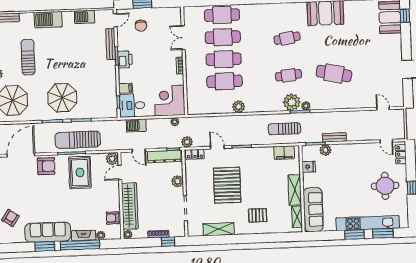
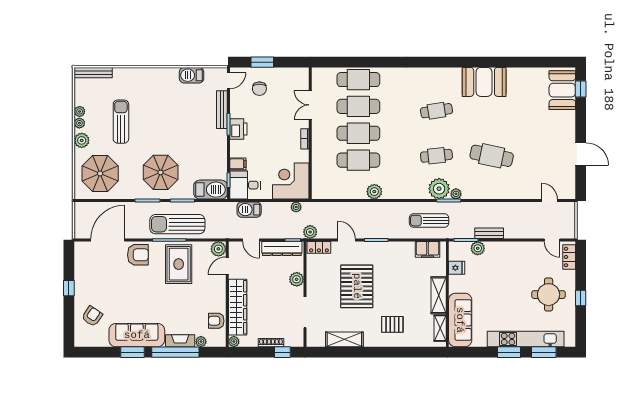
barbecue: (48, 20) -> (211, 190), moved, turned 180

